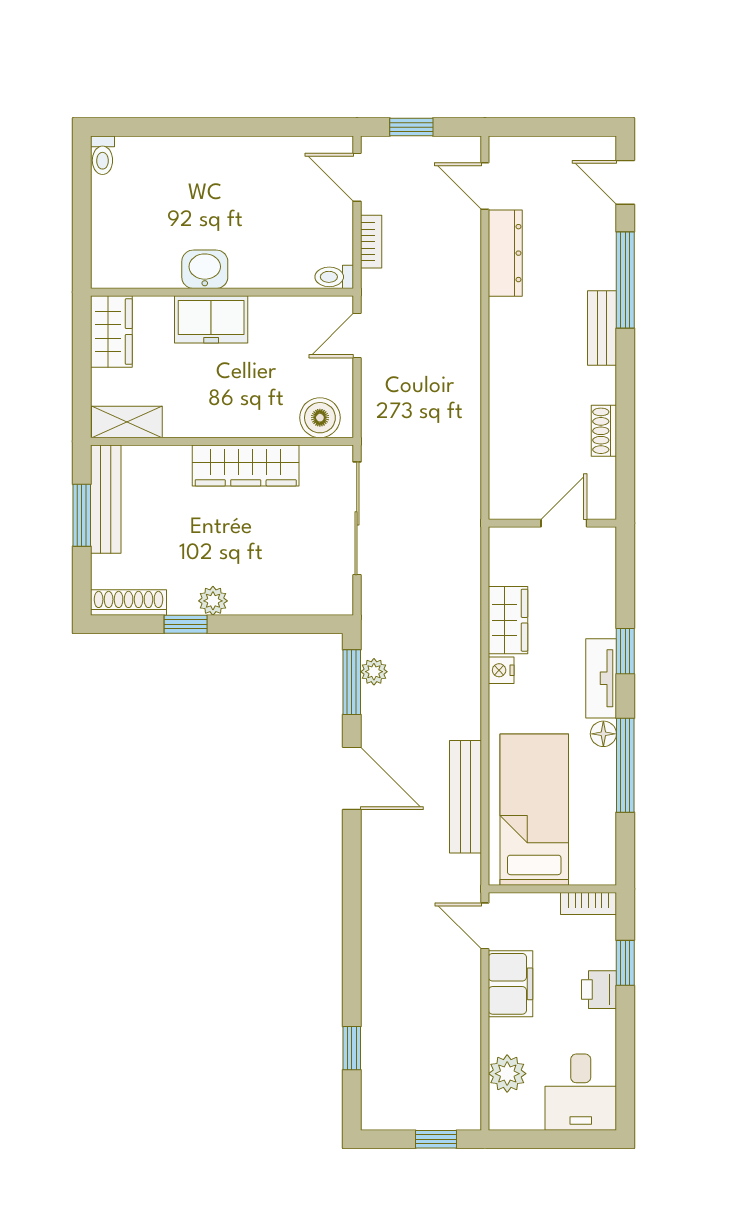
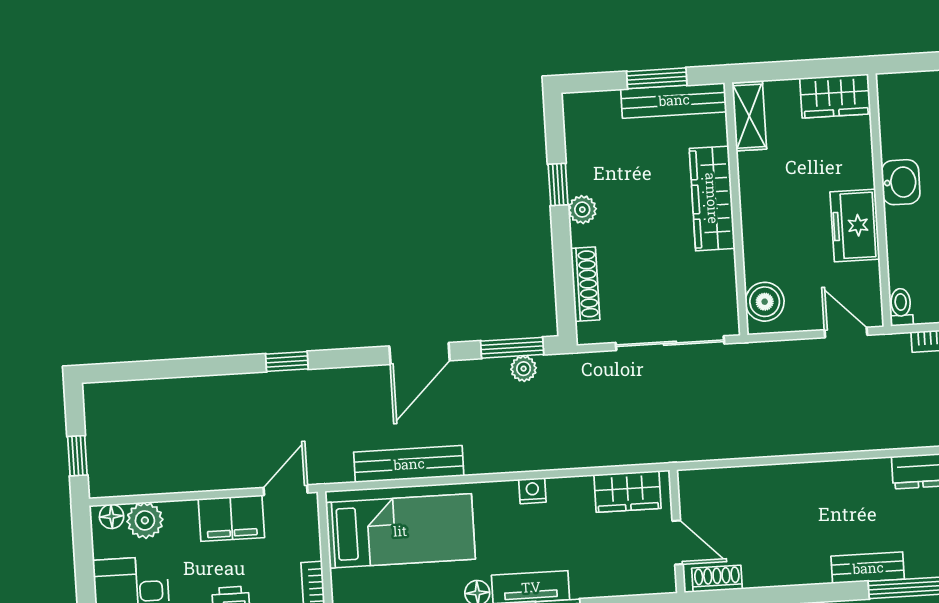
freezer: (211, 319) -> (855, 225), moved
shoe rack: (604, 431) -> (717, 579), moved
wardrobe: (246, 466) -> (712, 198), moved
shoe rack: (129, 603) -> (585, 284), moved
wardrobe: (508, 620) -> (627, 492), moved
window: (352, 1048) -> (287, 362), moved
floor lamp: (501, 1108) -> (112, 516), added

